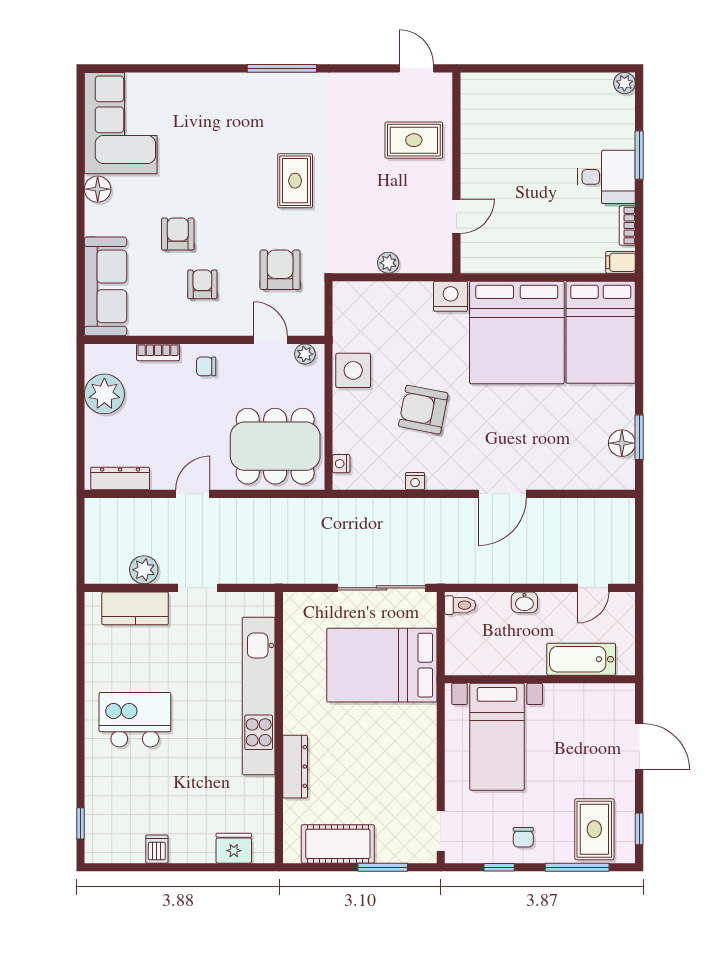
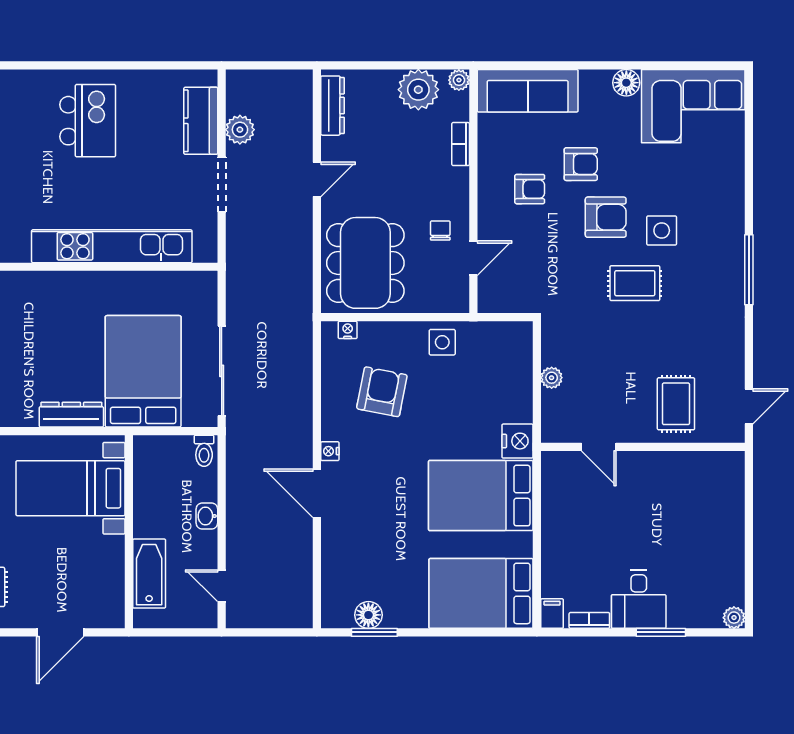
side table: (243, 154) -> (662, 230), added
armchair: (280, 270) -> (606, 217), moved
bed: (517, 332) -> (481, 496), width x0.73
plant: (305, 354) -> (459, 80), moved
chair: (206, 366) -> (440, 230), moved
side table: (353, 370) -> (442, 342), width x0.73, depth x0.73
armchair: (423, 410) -> (382, 392), moved
nightstand: (415, 481) -> (330, 451), moved
door: (193, 494) -> (317, 179), hinge flipped
doorway: (198, 588) -> (222, 184), width x1.38
dresser: (295, 767) -> (71, 415), moved, turned 180

